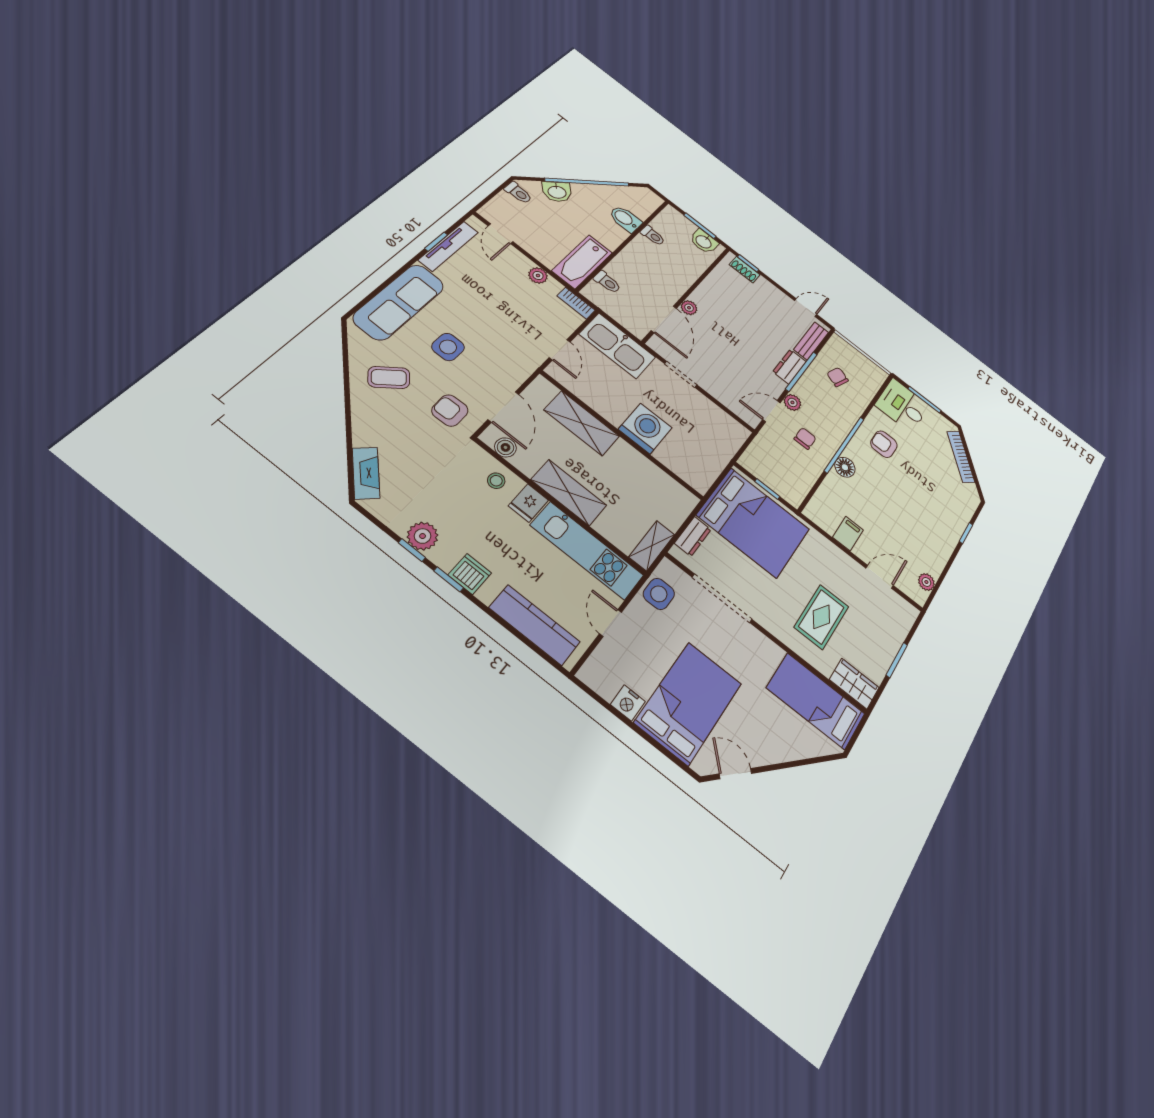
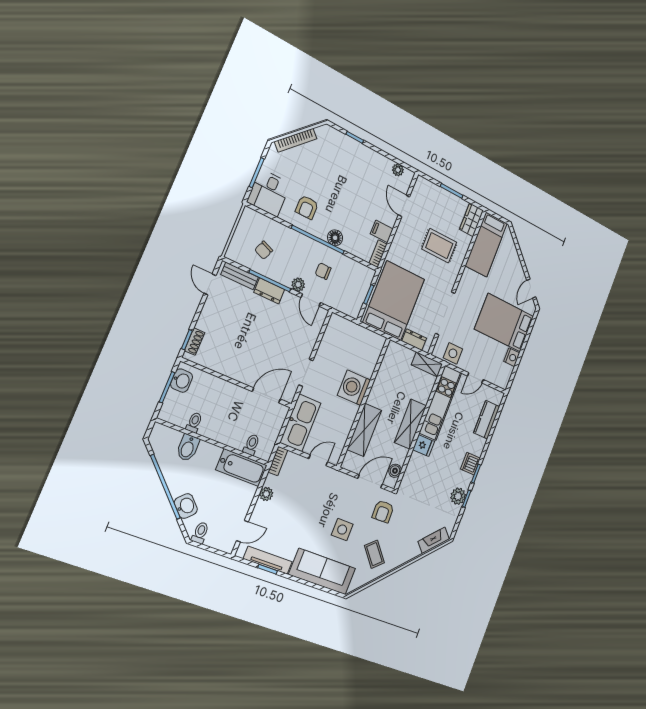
plant: (689, 308) -> (249, 379), removed
stool: (496, 481) -> (416, 469), removed
bookcase: (819, 519) -> (378, 254), added
kitchen counter: (535, 625) -> (487, 420), width x0.67

